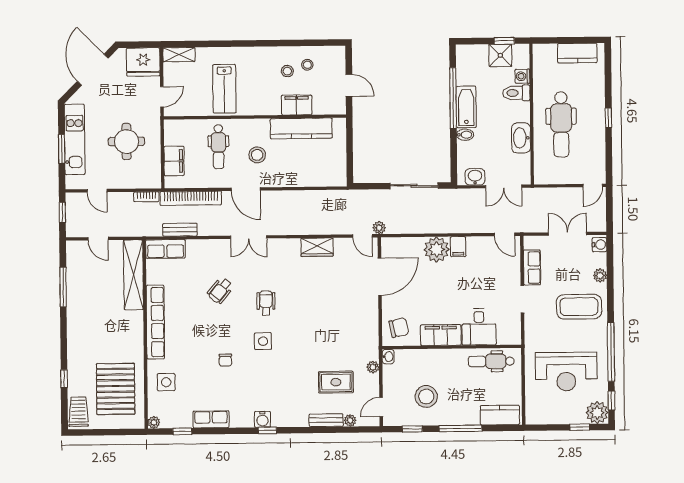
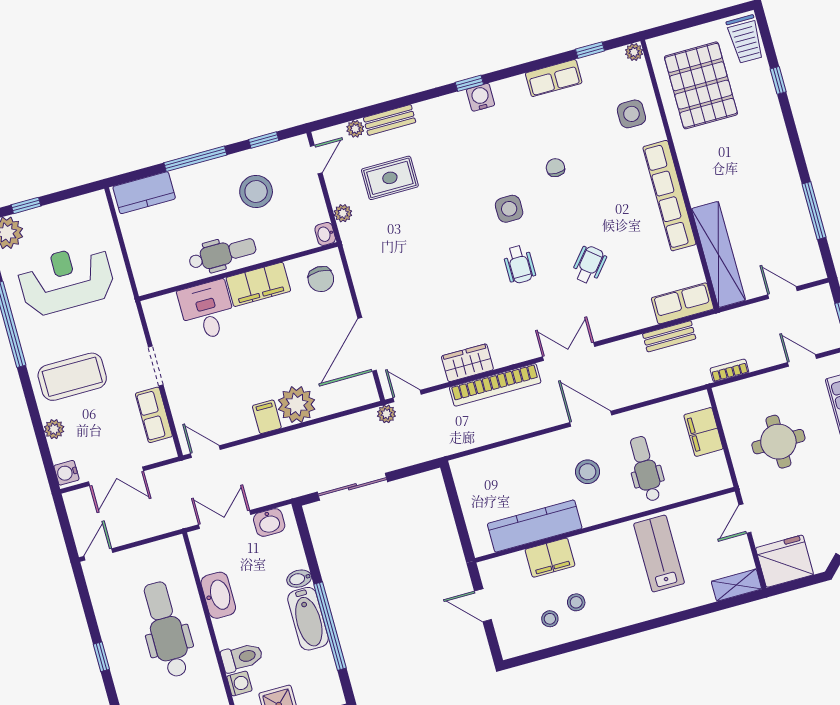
bookcase: (191, 198) -> (495, 385), moved, turned 180
chair: (399, 328) -> (321, 279), turned -78
dental chair: (491, 361) -> (222, 254), moved

